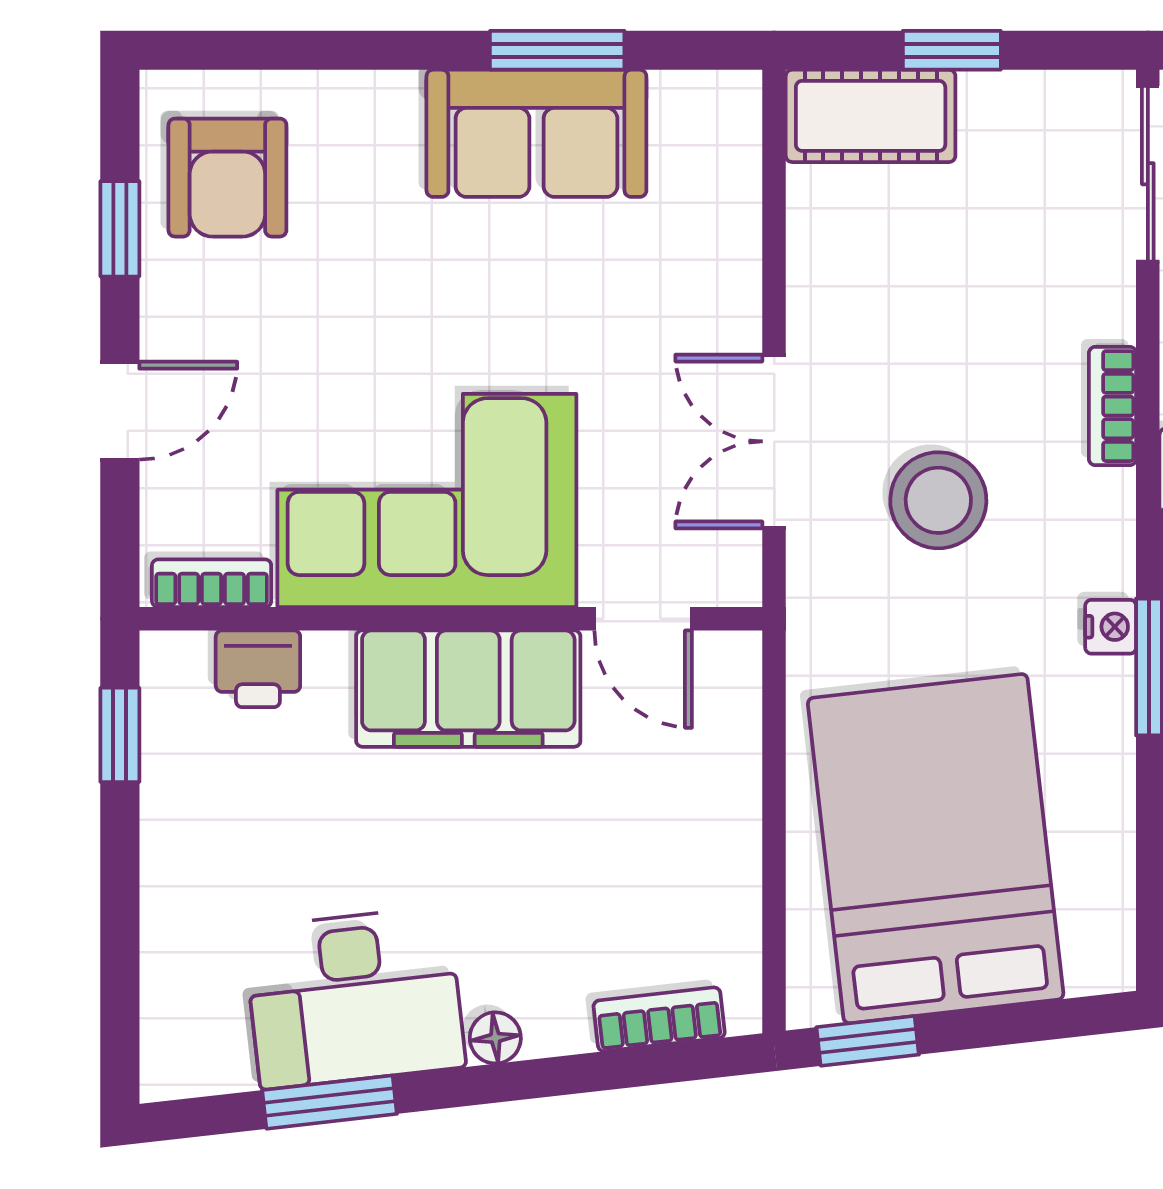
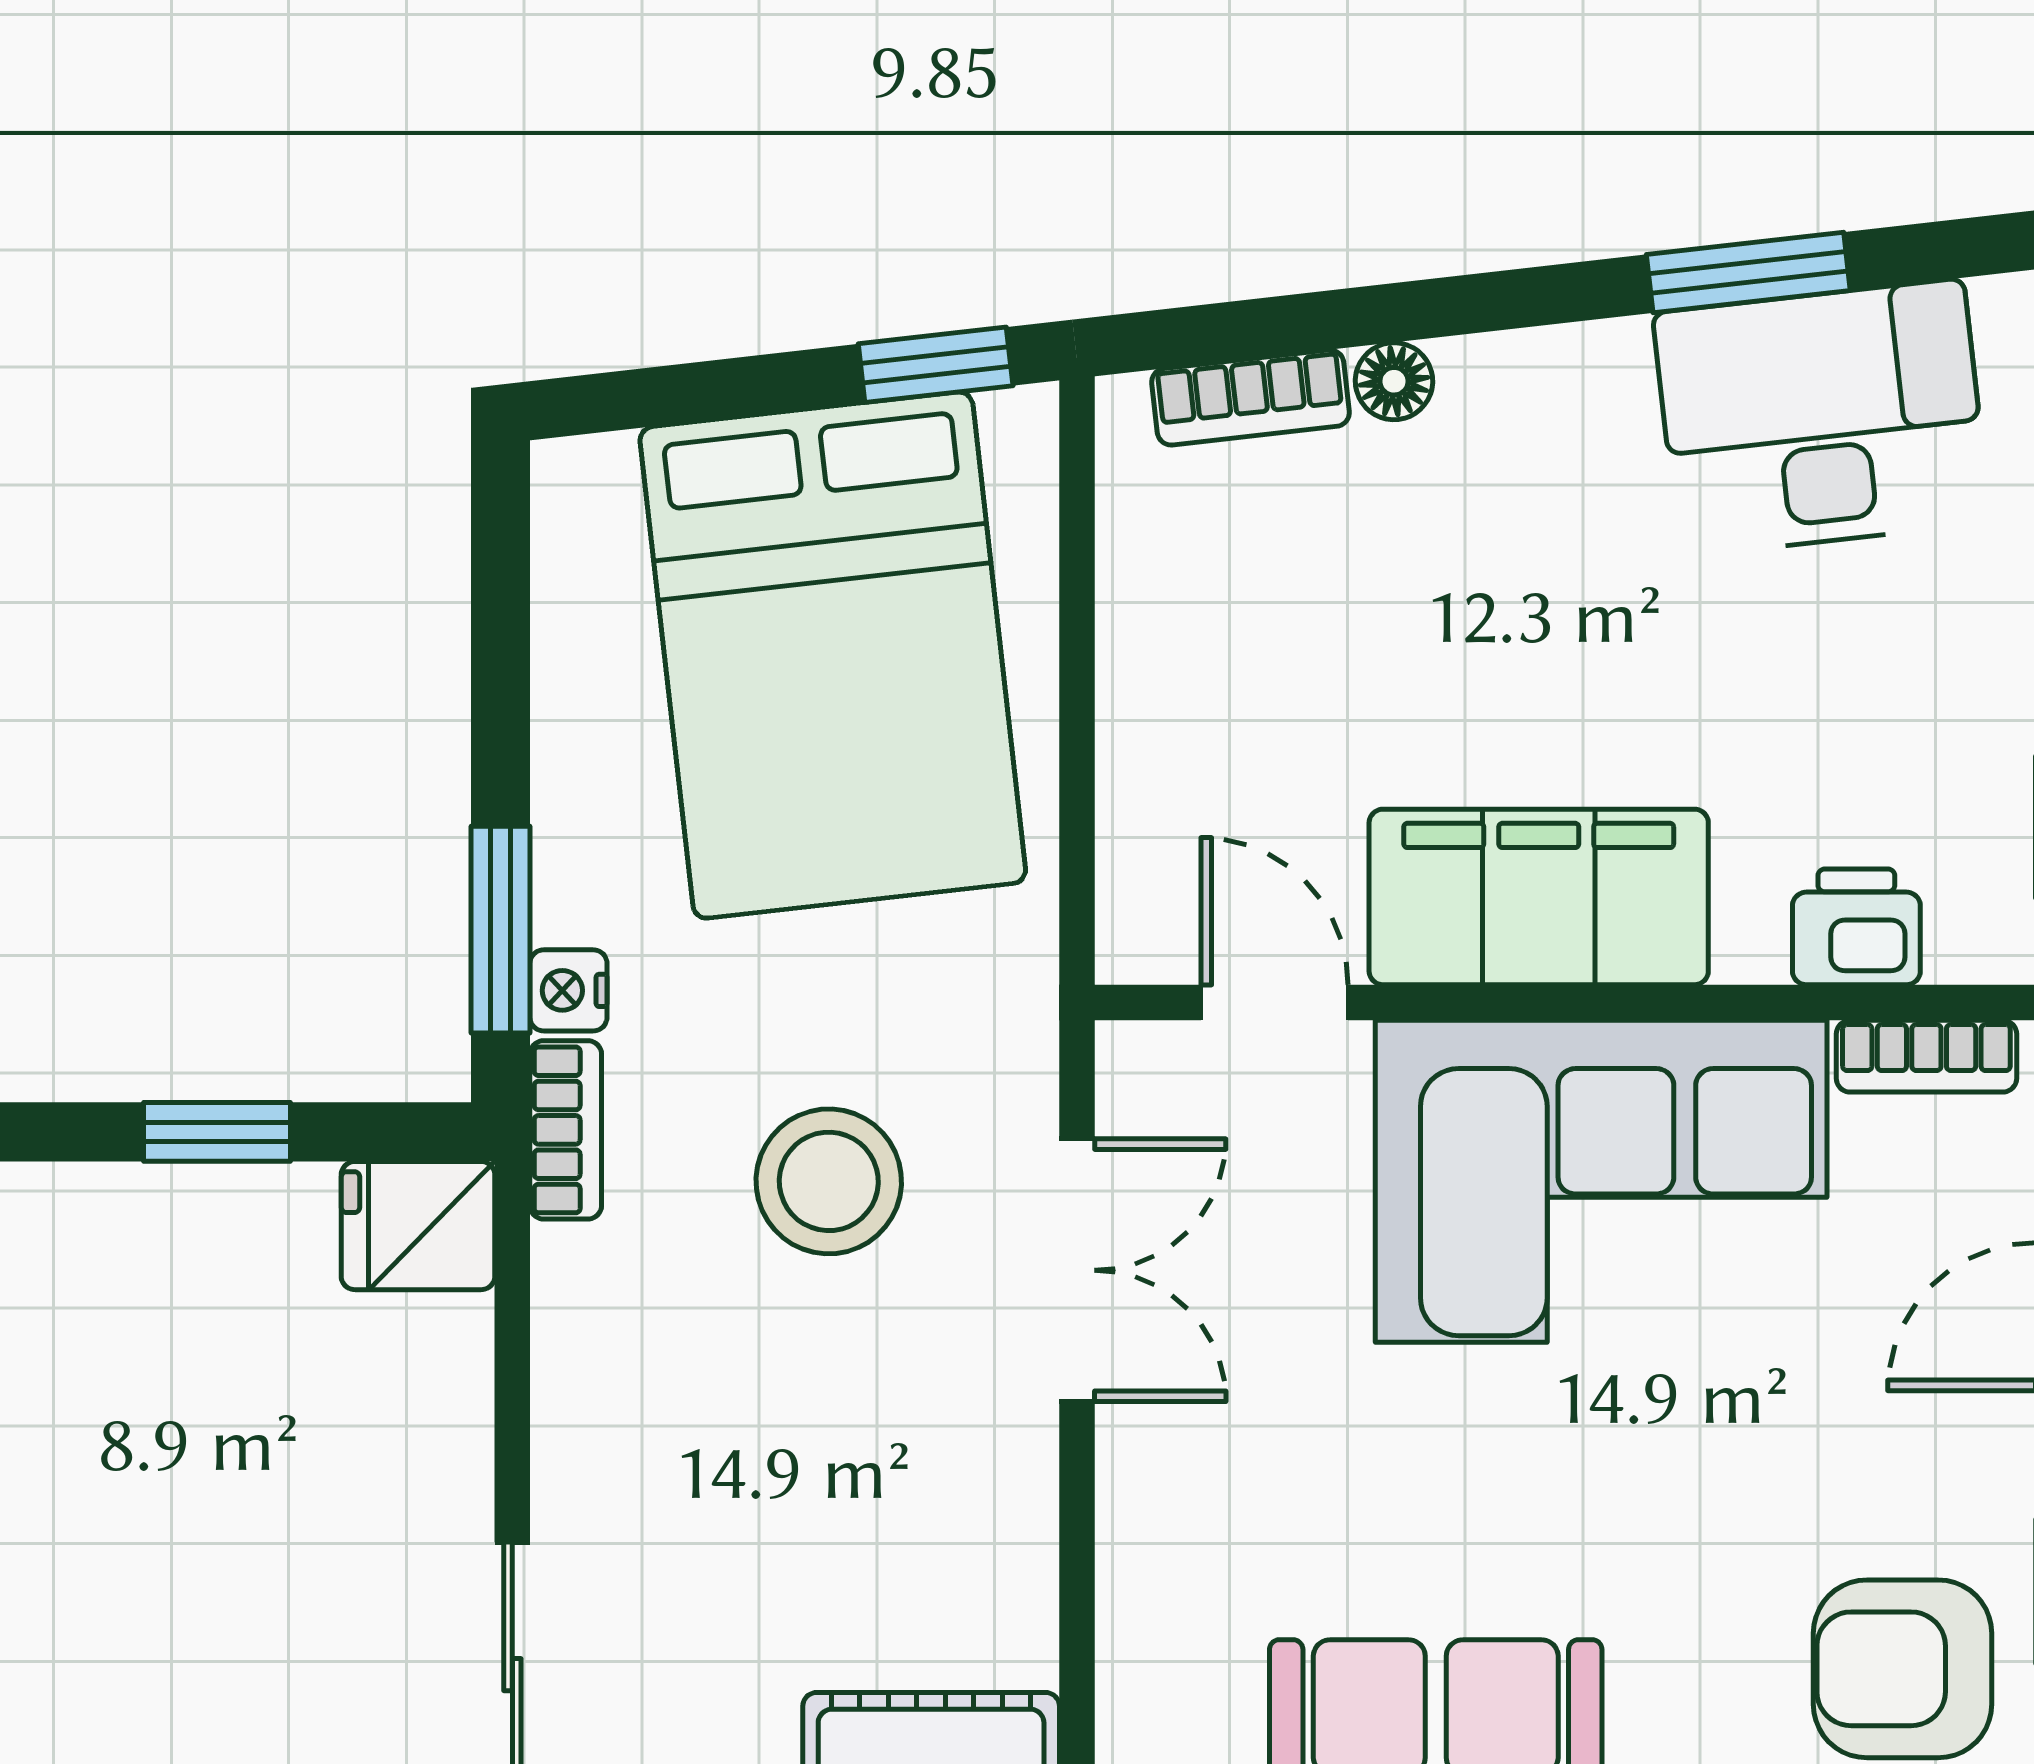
armchair: (227, 178) -> (1903, 1669), turned -90
bookcase: (1112, 406) -> (566, 1130), moved
desk: (354, 998) -> (1822, 418), moved
floor lamp: (495, 1038) -> (1394, 381), moved

